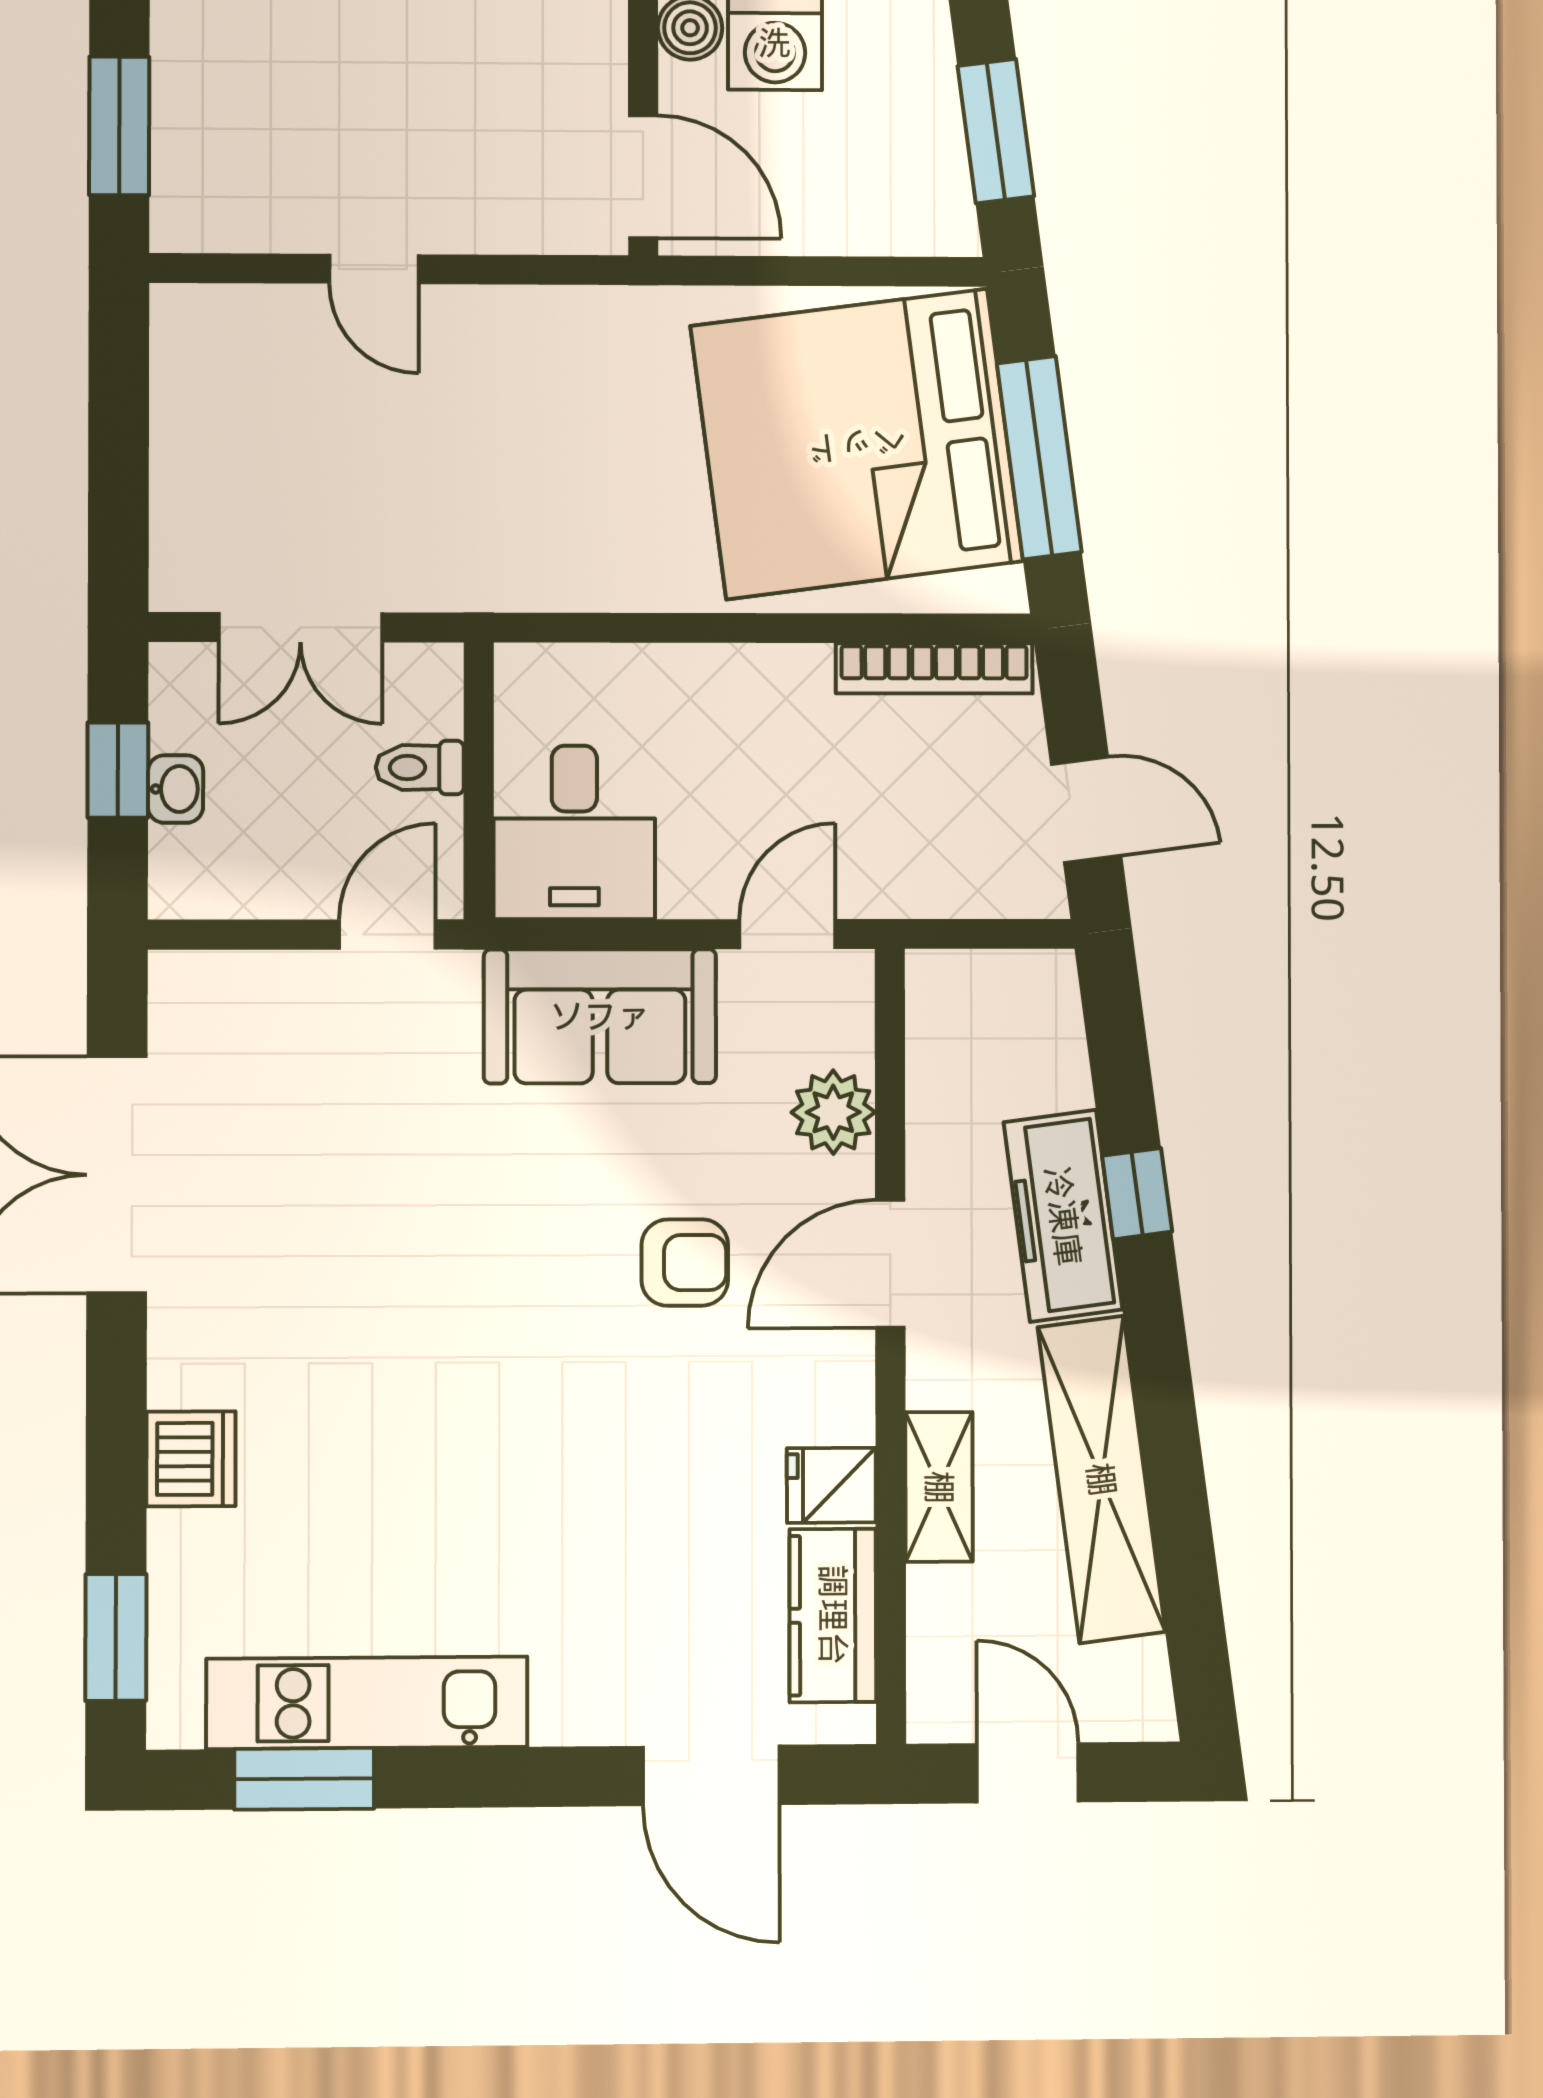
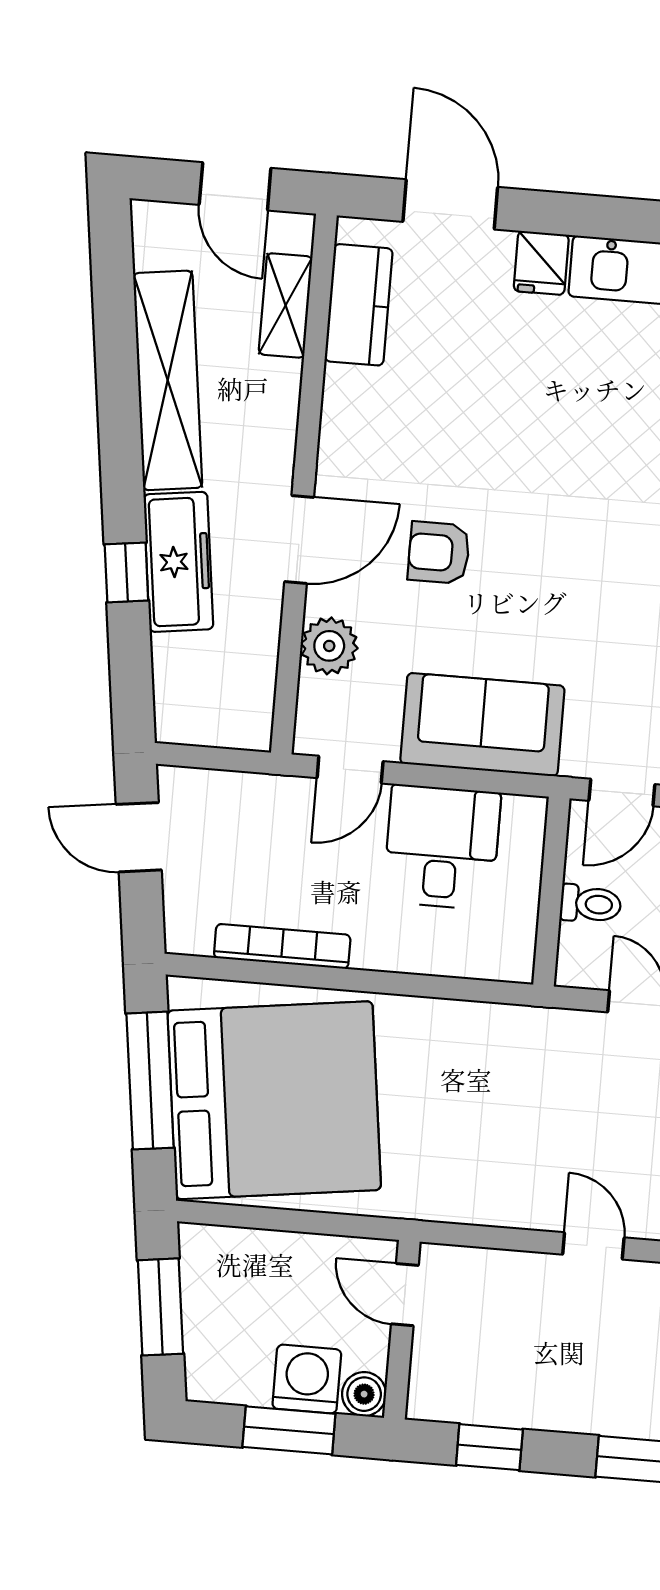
door: (643, 177) -> (405, 1295), width x0.73
bookcase: (934, 668) -> (282, 946), moved
desk: (574, 832) -> (442, 847), moved
fridge: (831, 1485) -> (541, 263), moved, turned 90
shelving: (939, 1487) -> (286, 305), moved

